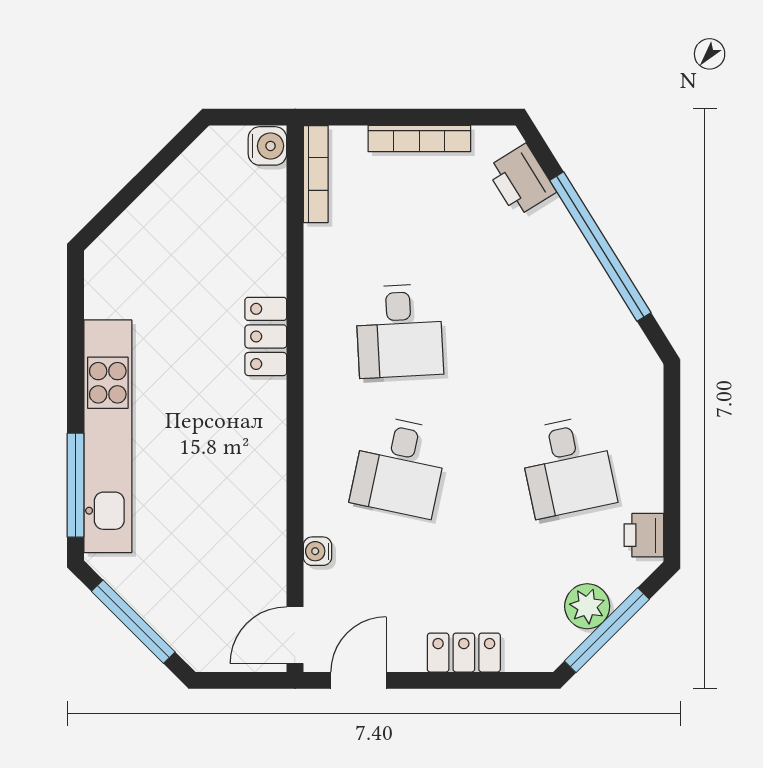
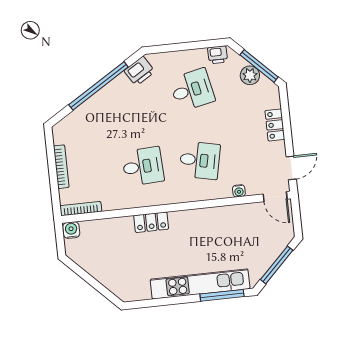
printer: (521, 180) -> (140, 71), moved
door: (359, 680) -> (291, 168), swing flipped

